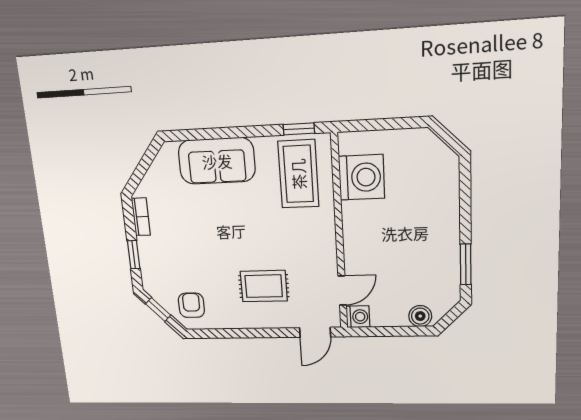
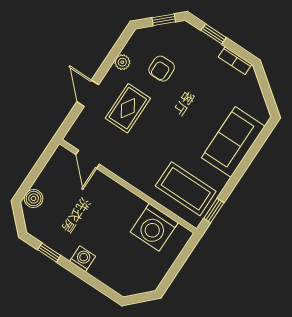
window: (466, 264) -> (49, 253), width x0.67
armchair: (191, 305) -> (162, 69), moved, turned 90
washing machine: (358, 317) -> (83, 259), moved, turned 180
plant: (226, 321) -> (122, 62), added
door: (315, 332) -> (88, 93), moved

